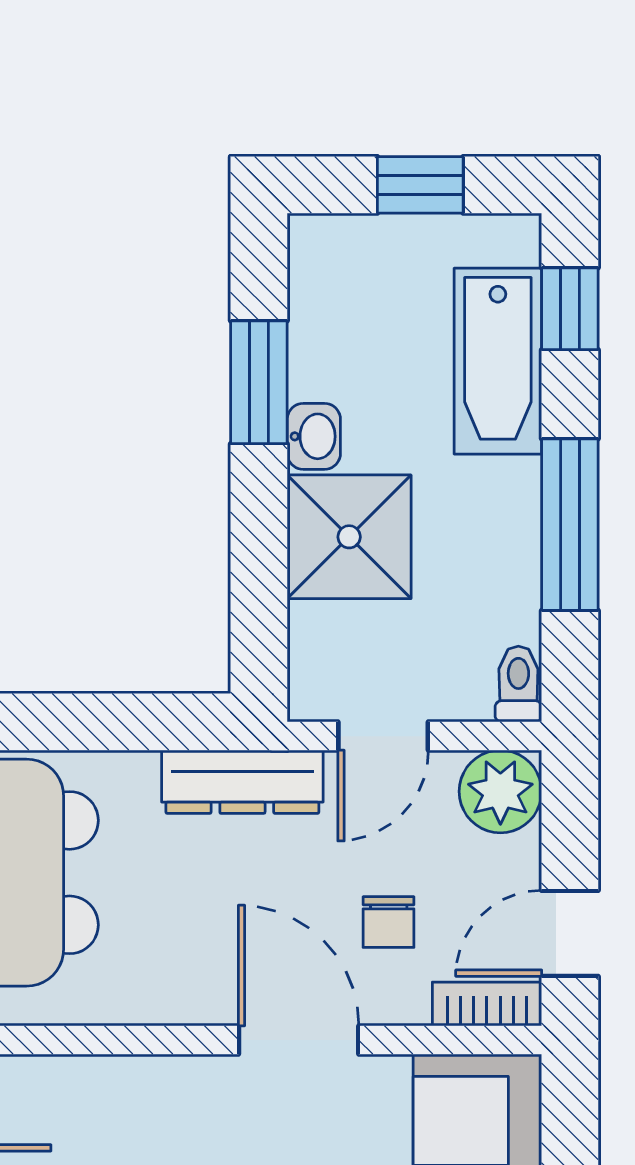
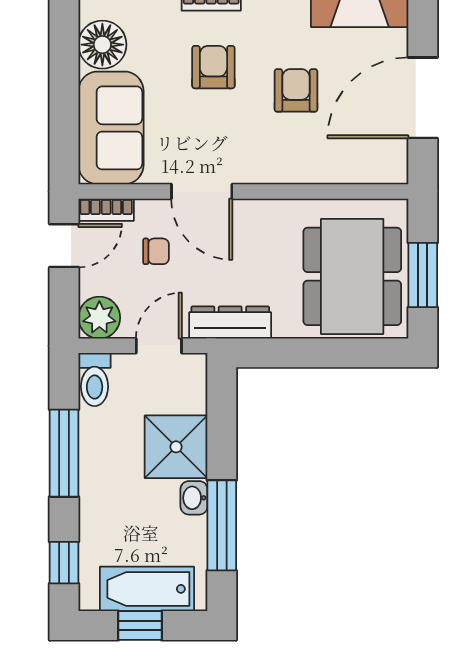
bathtub: (498, 361) -> (147, 589), moved, turned -90
window: (259, 382) -> (222, 525), width x1.44
toilet: (518, 684) -> (95, 380), width x1.37, depth x1.39
chair: (388, 922) -> (156, 251), turned 90

